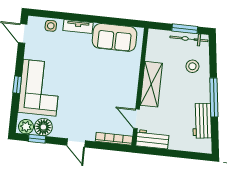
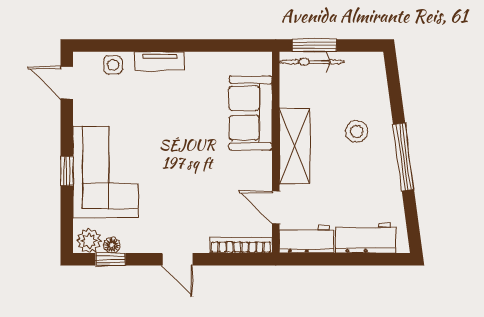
window: (185, 29) -> (314, 45), moved
sofa: (115, 37) -> (251, 113), moved, turned 90
bicycle: (189, 39) -> (312, 62), moved
stool: (192, 66) -> (357, 131), moved
workbench: (202, 121) -> (366, 238), moved, turned 98
floor lamp: (43, 127) -> (112, 245), width x0.53, depth x0.53

